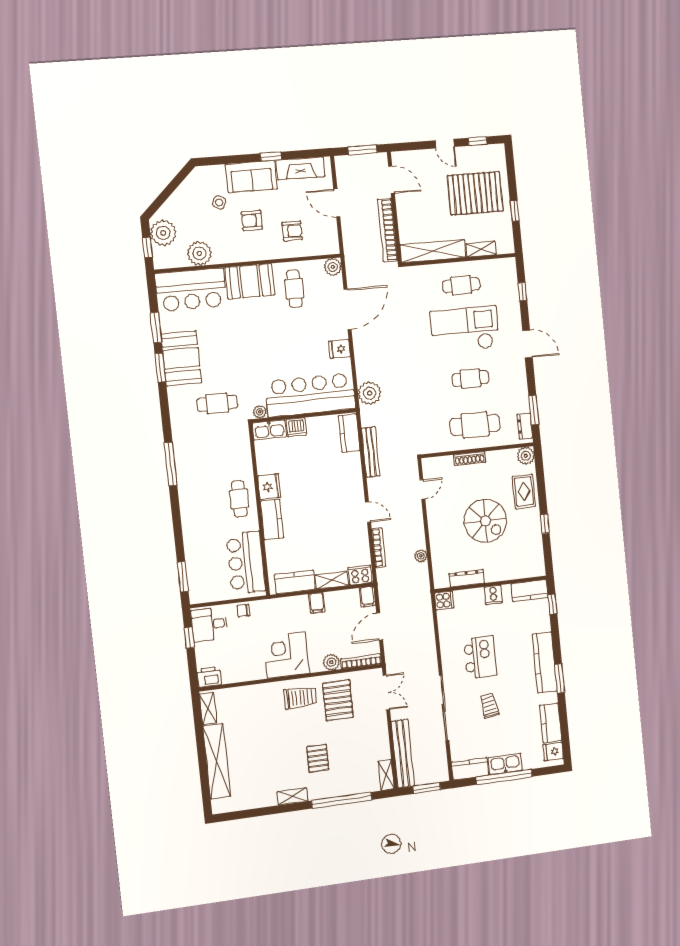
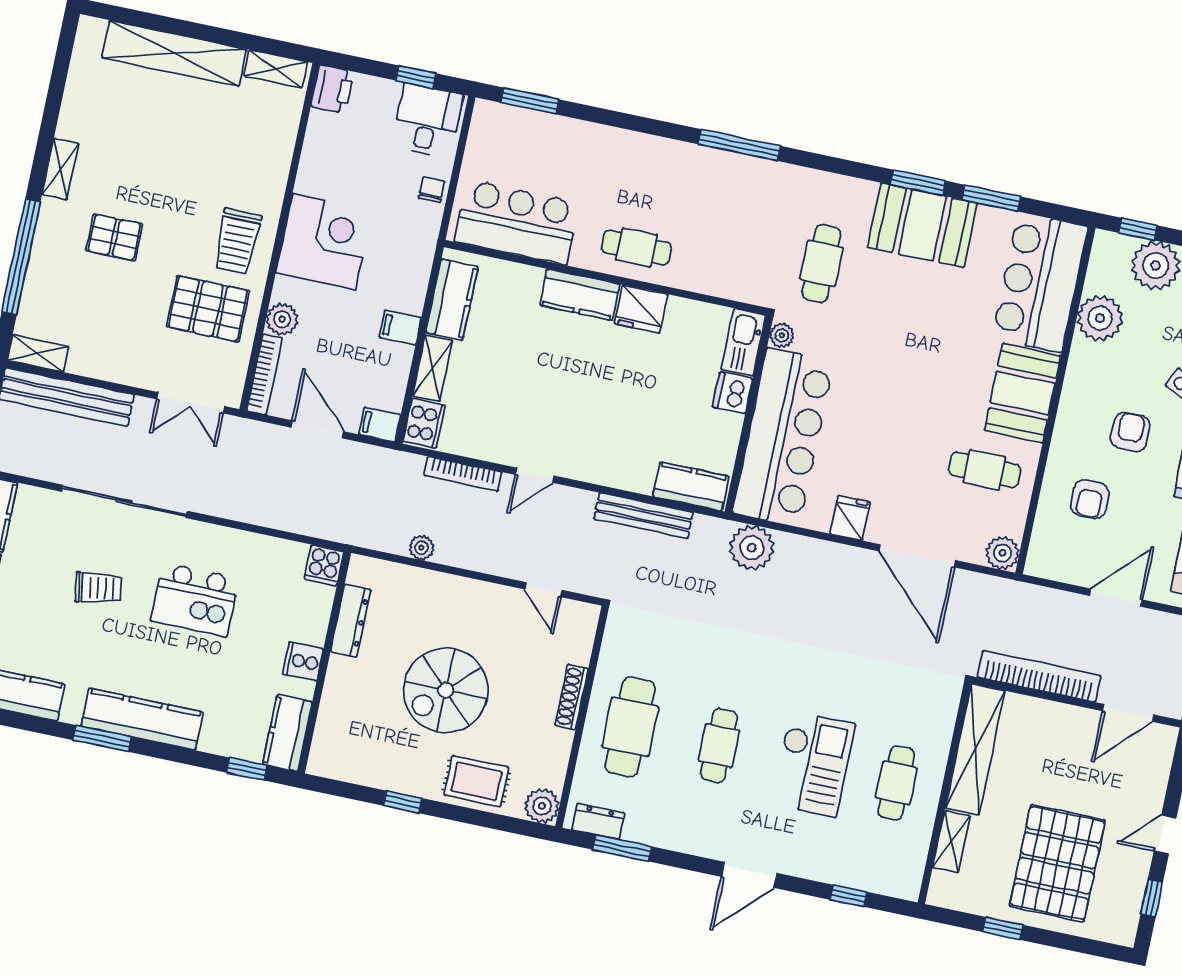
checkout: (465, 329) -> (813, 764), width x0.73, depth x0.83

